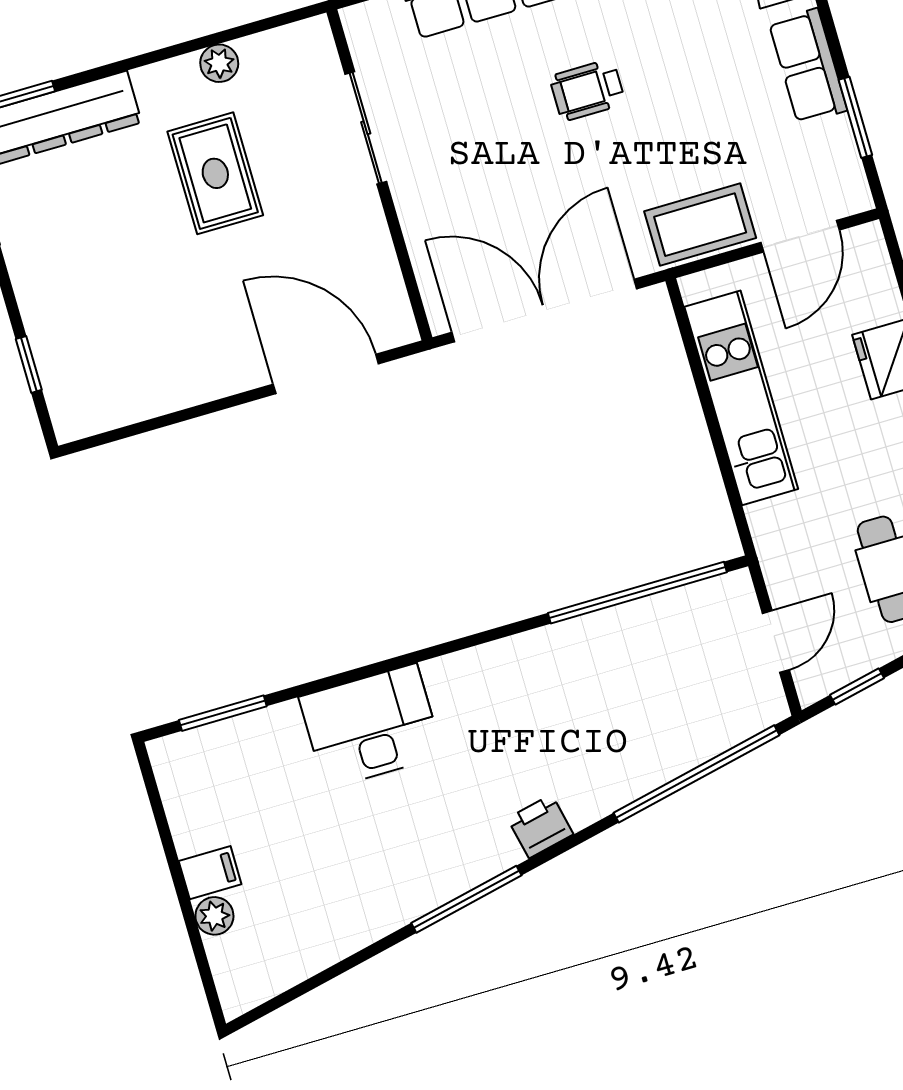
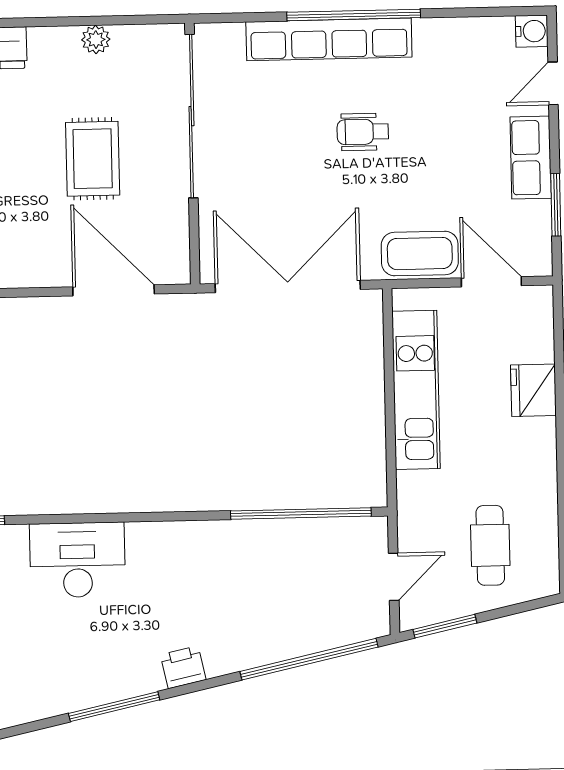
sliding door: (366, 128) -> (191, 116), width x1.86
rug: (215, 173) -> (93, 159), moved
door: (800, 236) -> (491, 282), swing flipped
window: (857, 687) -> (445, 626), width x1.50

